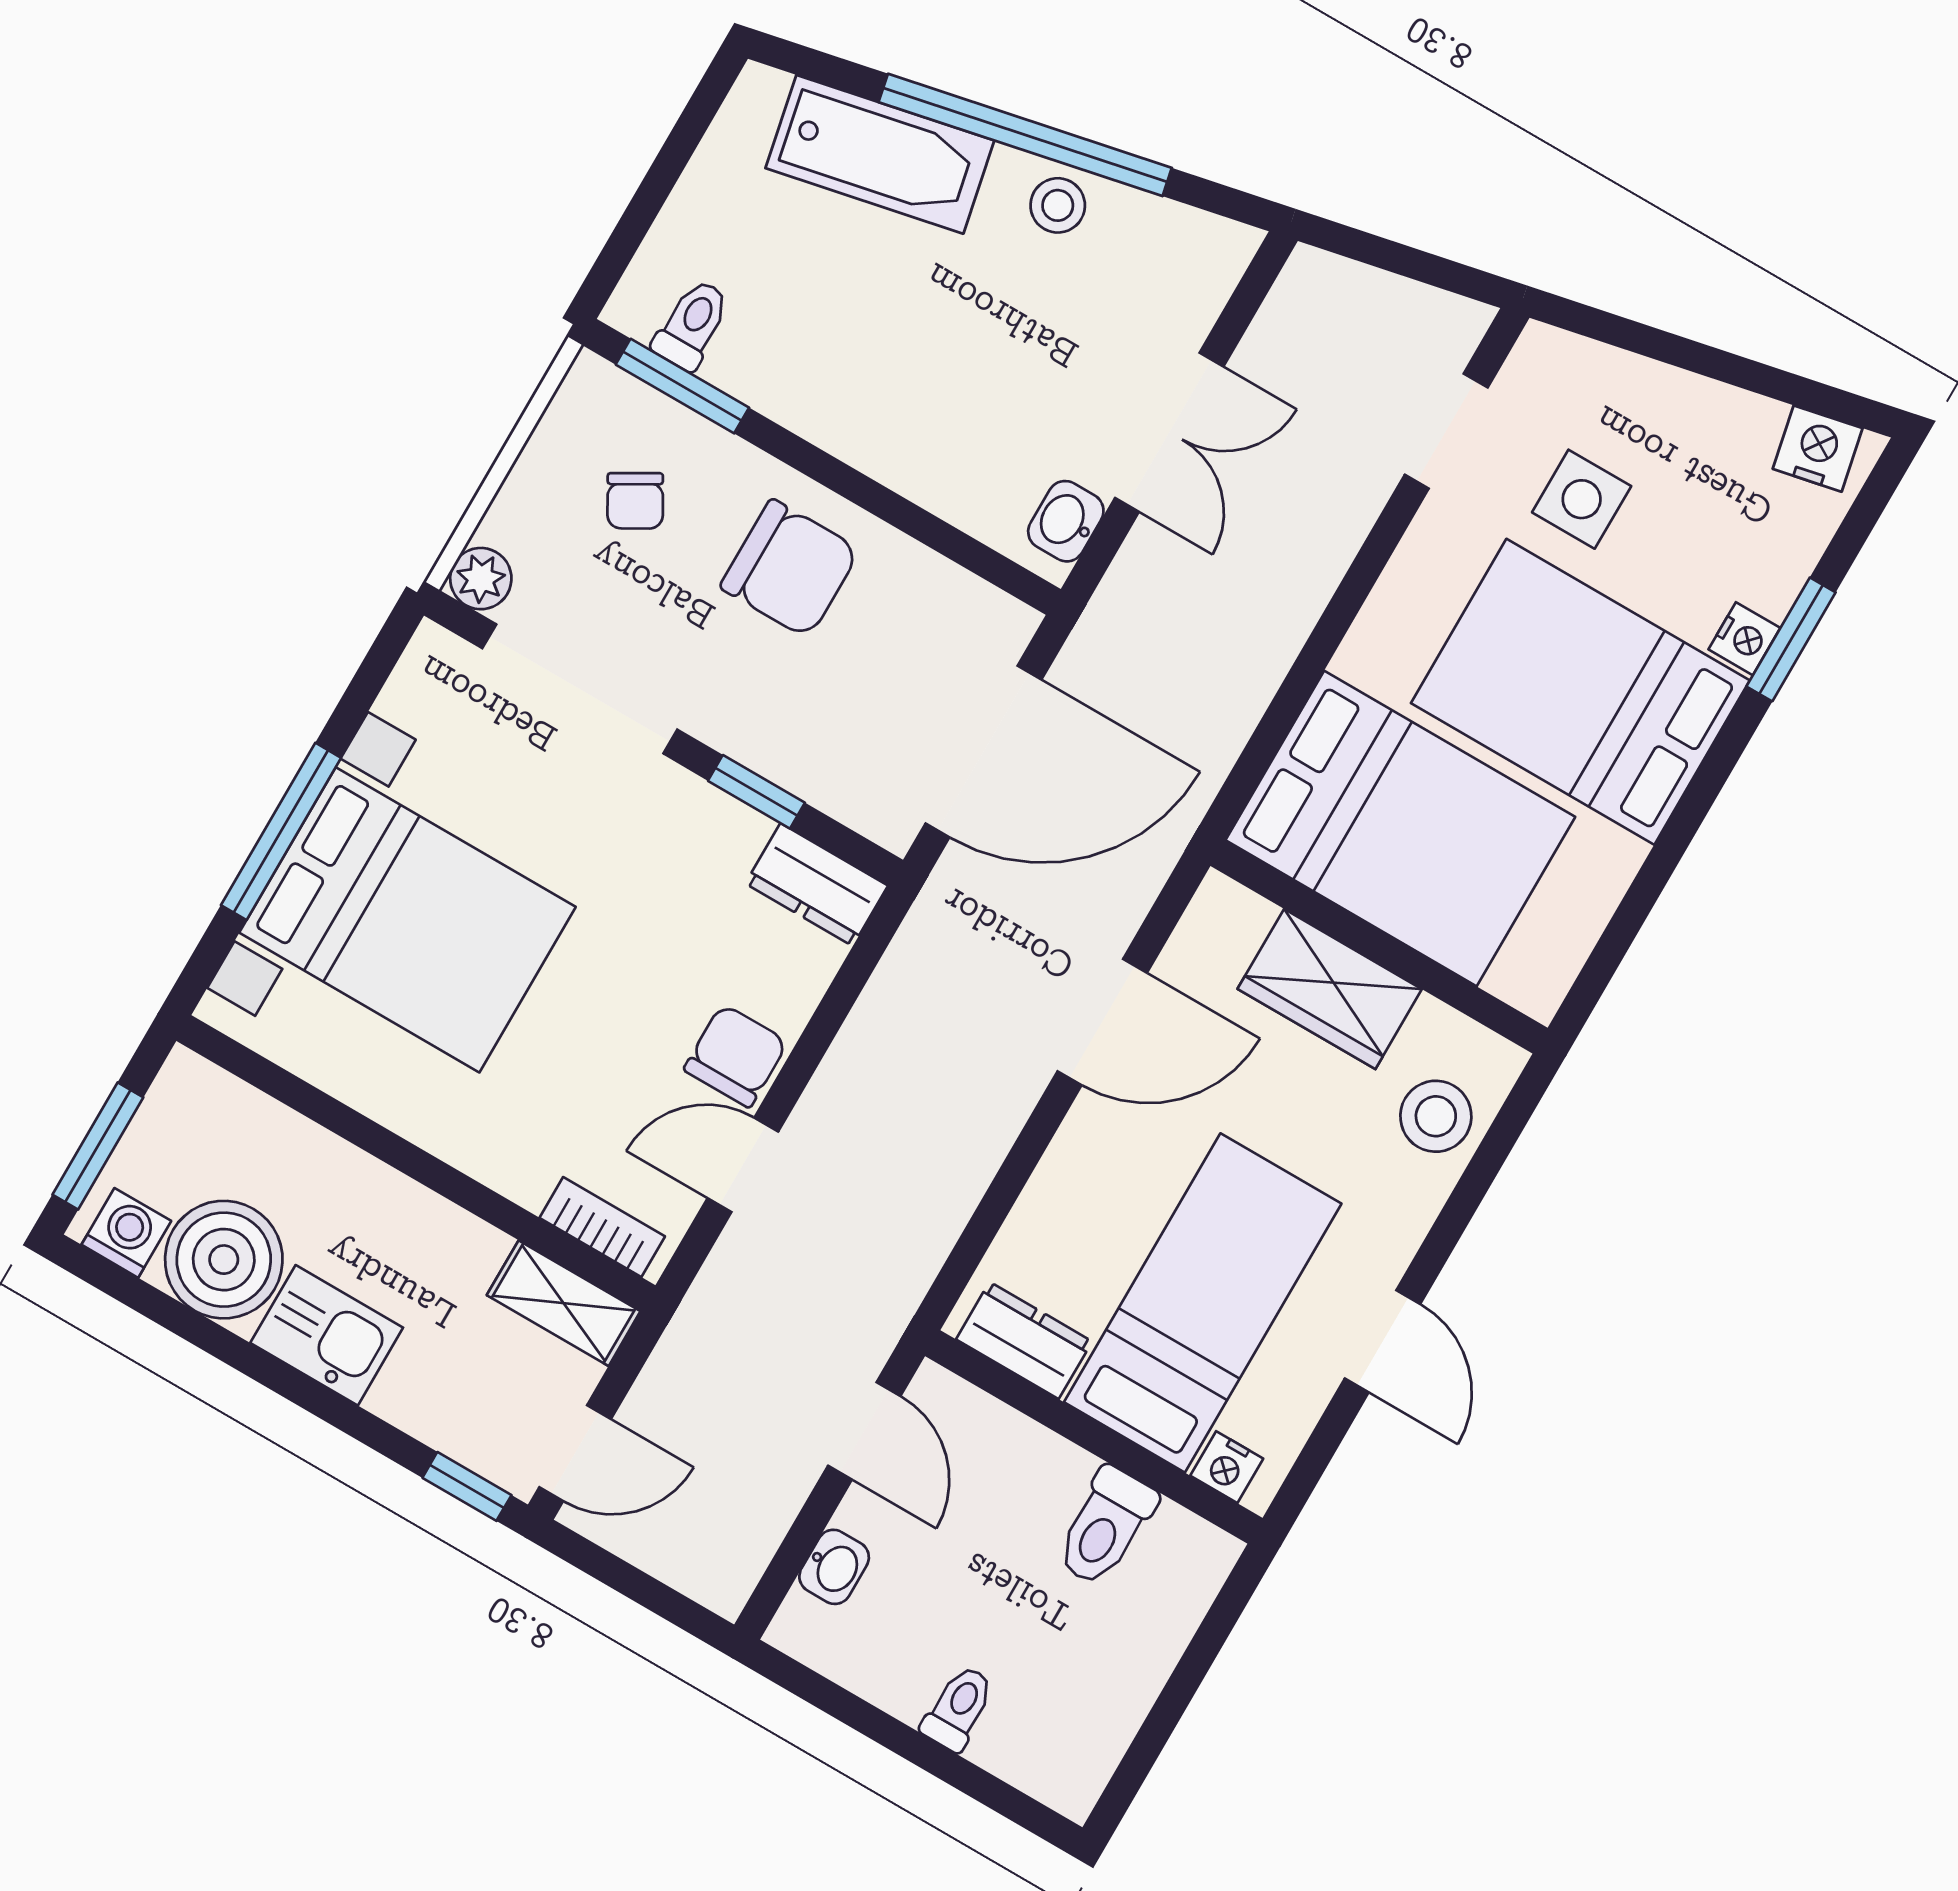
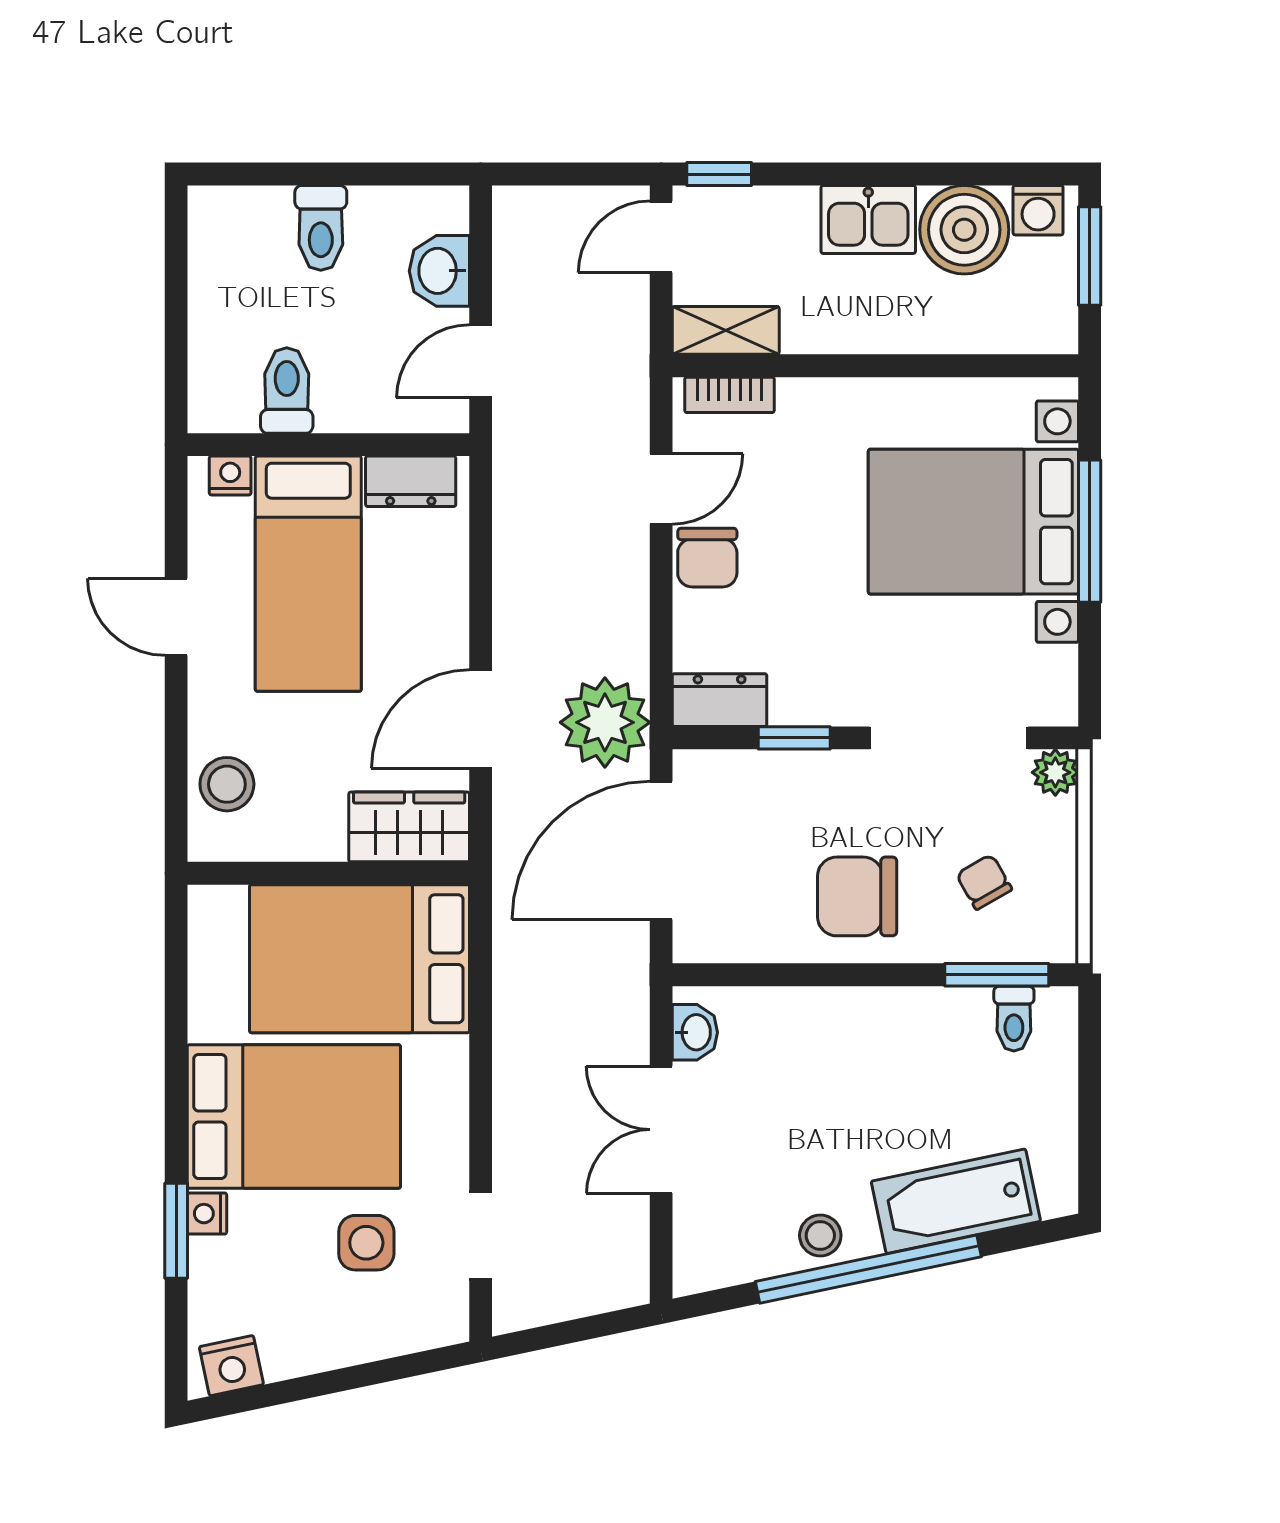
plant: (962, 935) -> (605, 722), added
wardrobe: (1330, 989) -> (409, 827), moved
door: (864, 1431) -> (481, 361), hinge flipped
washbasin: (834, 1567) -> (439, 271), width x1.38, depth x1.45
toilet: (958, 1708) -> (321, 228), width x1.37, depth x1.39

